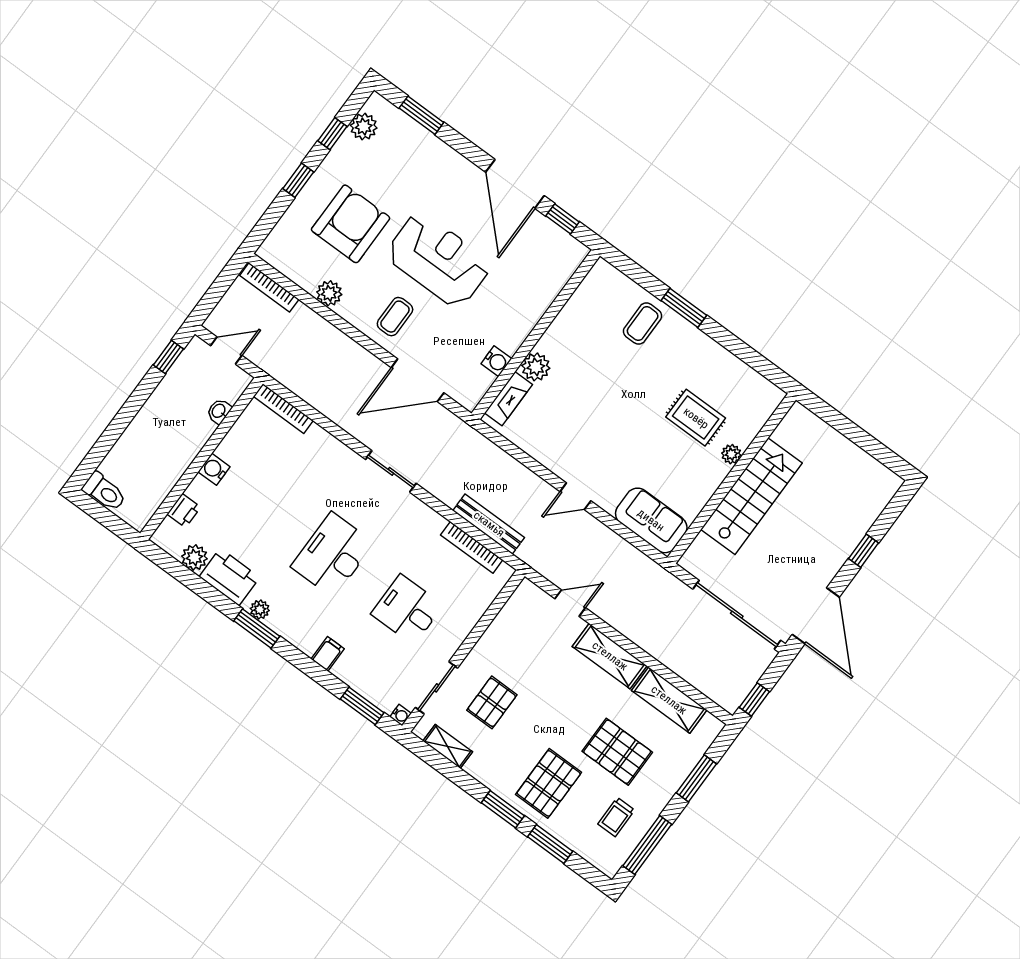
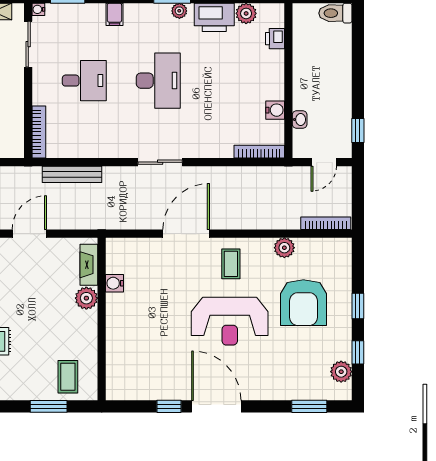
wall: (536, 335) -> (102, 319), moved
water cooler: (496, 361) -> (115, 283), moved
plant: (536, 367) -> (86, 298), moved
fireplace: (508, 399) -> (89, 265), moved
water cooler: (214, 469) -> (275, 110), moved
door: (575, 496) -> (29, 234), width x1.38
bookcase: (472, 547) -> (39, 132), moved, turned 90

